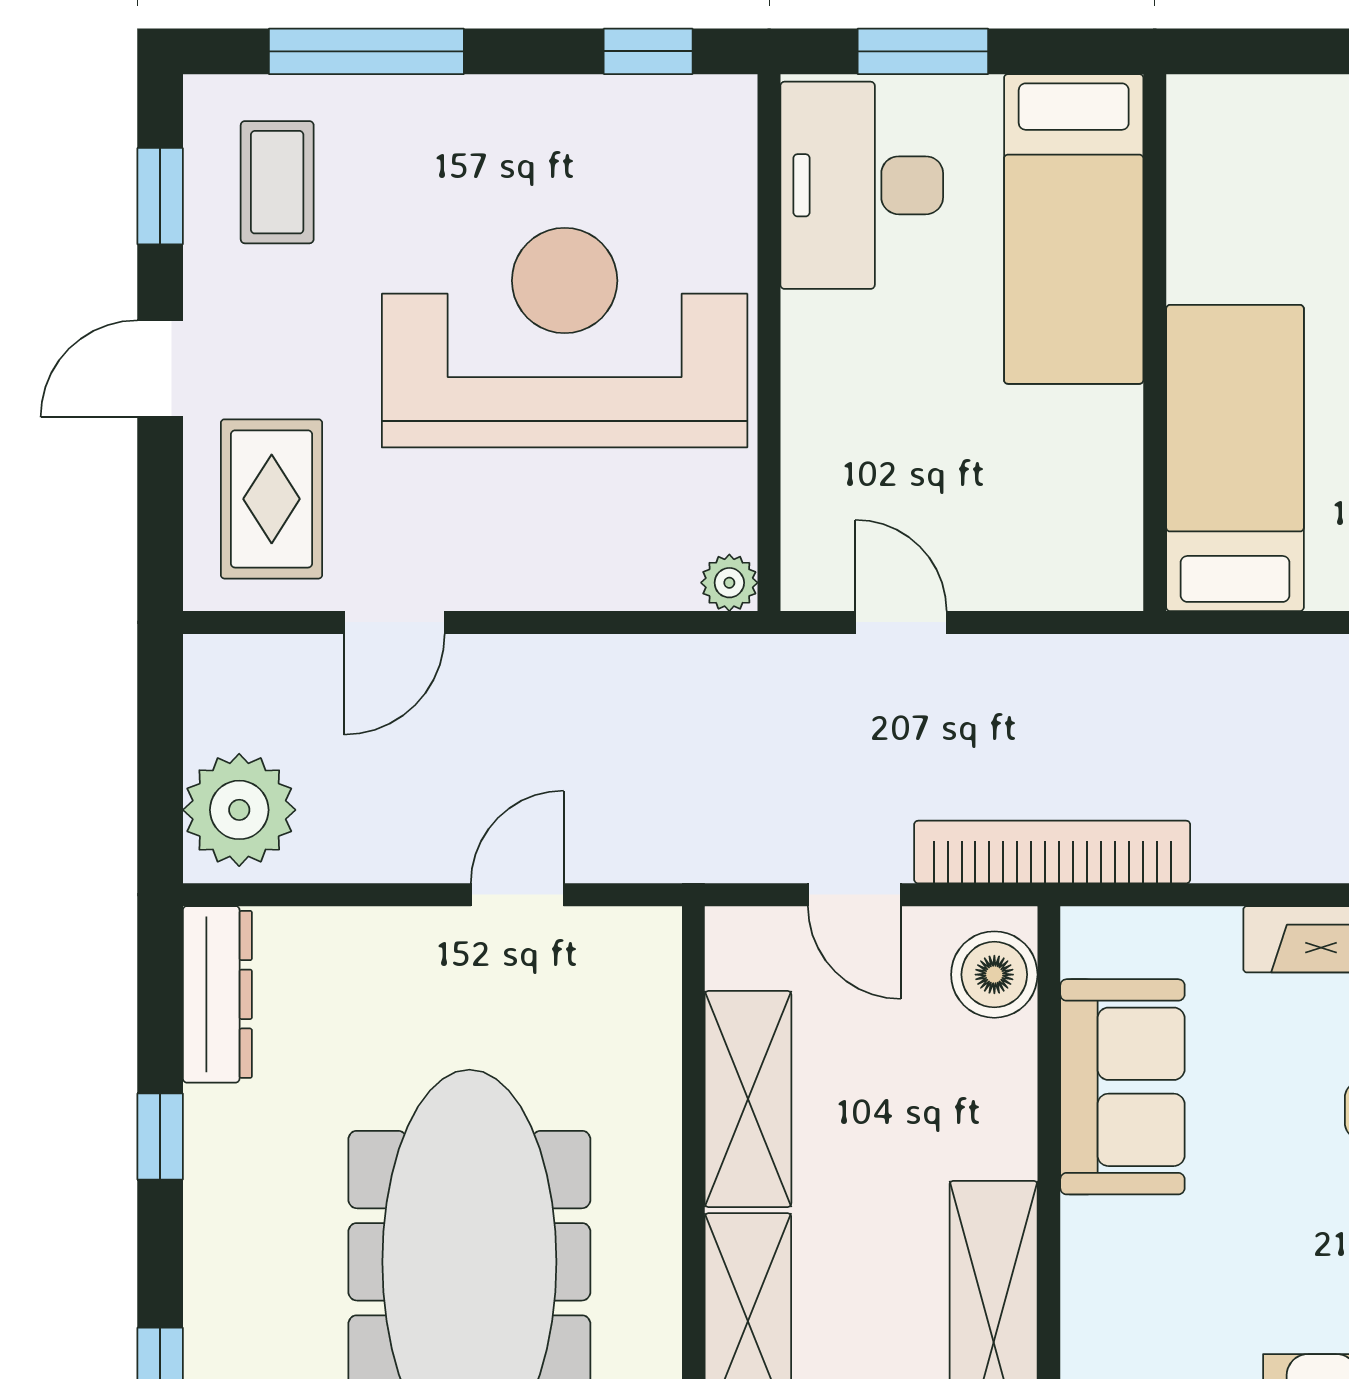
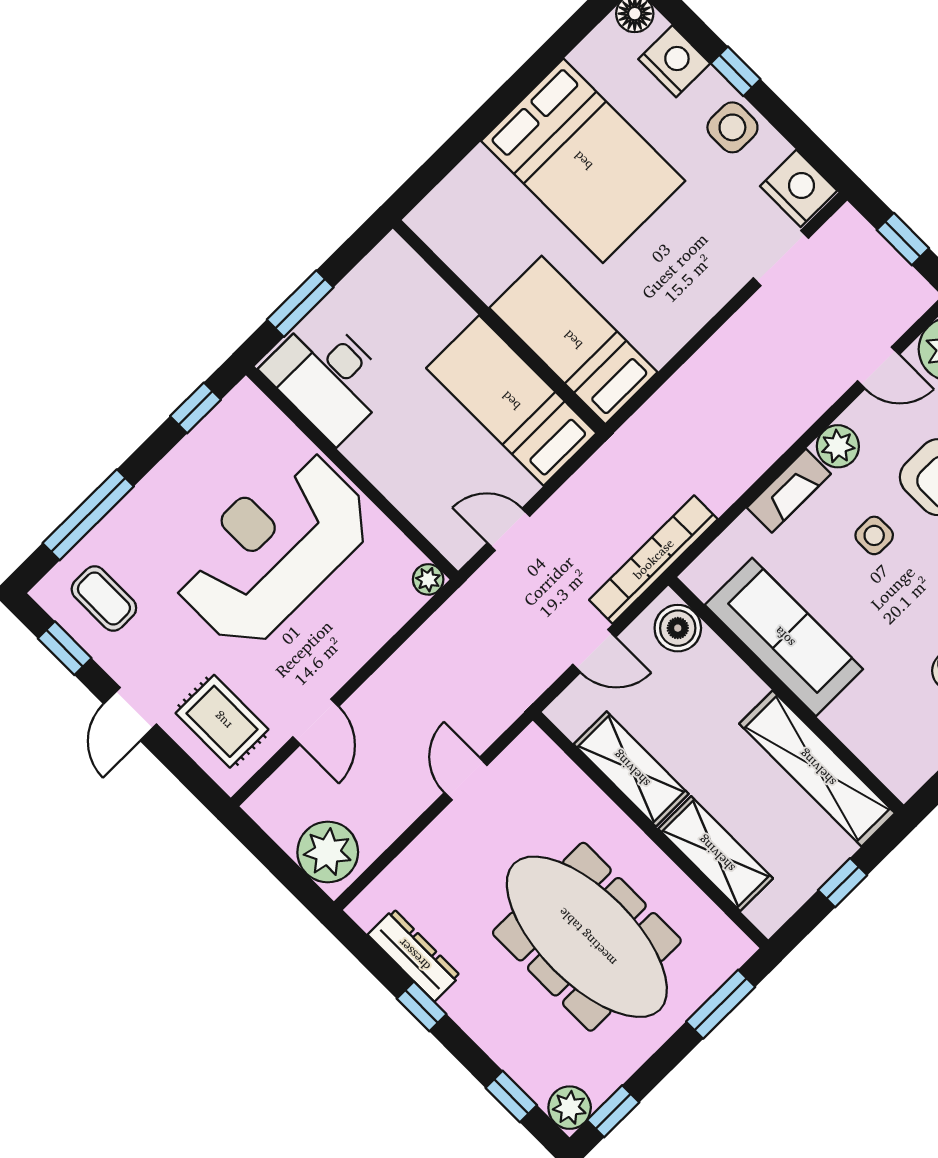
bed: (1074, 229) -> (511, 401), moved, turned 180
dresser: (217, 994) -> (414, 955), moved
sofa: (1122, 1087) -> (784, 637), width x1.36

